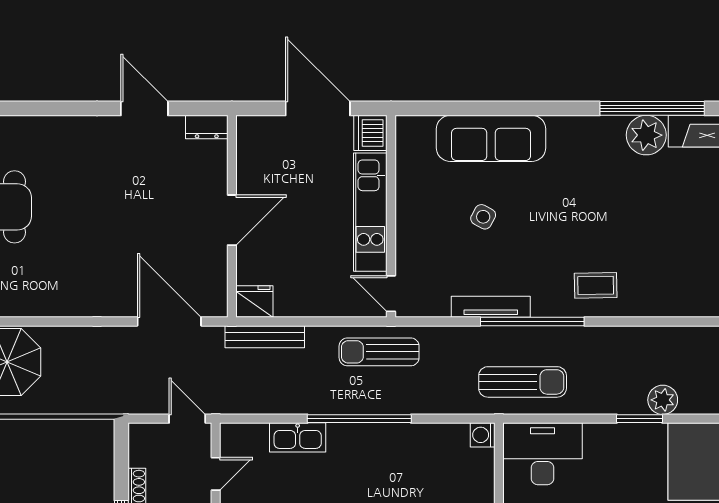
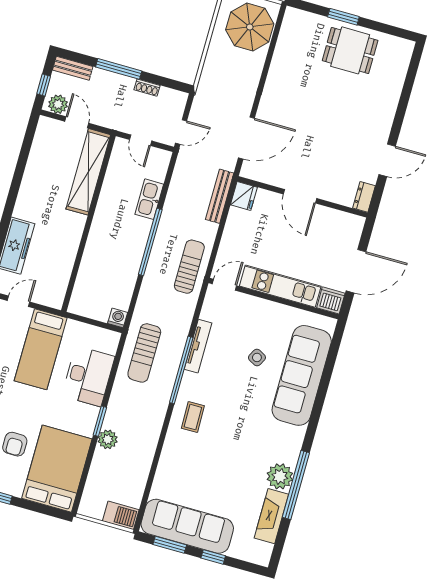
sofa: (491, 138) -> (302, 375), width x1.36, depth x1.27
desk: (542, 454) -> (88, 376), moved

